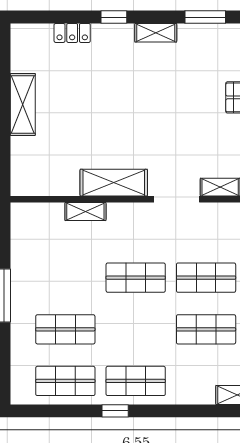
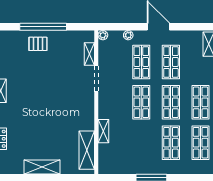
shelving: (114, 183) -> (87, 150), moved
shop shelf: (136, 329) -> (171, 102), added

